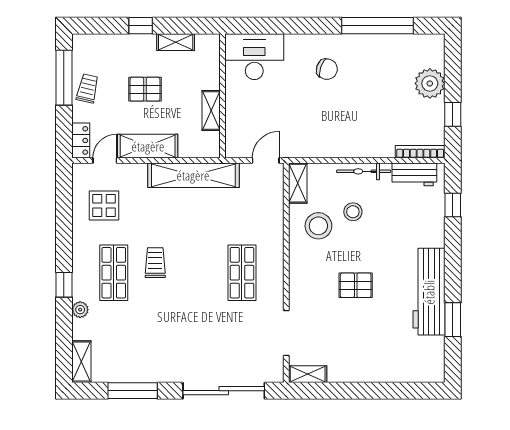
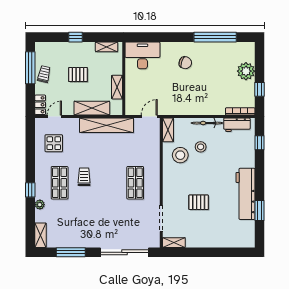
shelving: (176, 42) -> (107, 47), moved
shelving: (148, 146) -> (92, 108), moved
pallet: (356, 285) -> (199, 202), moved

